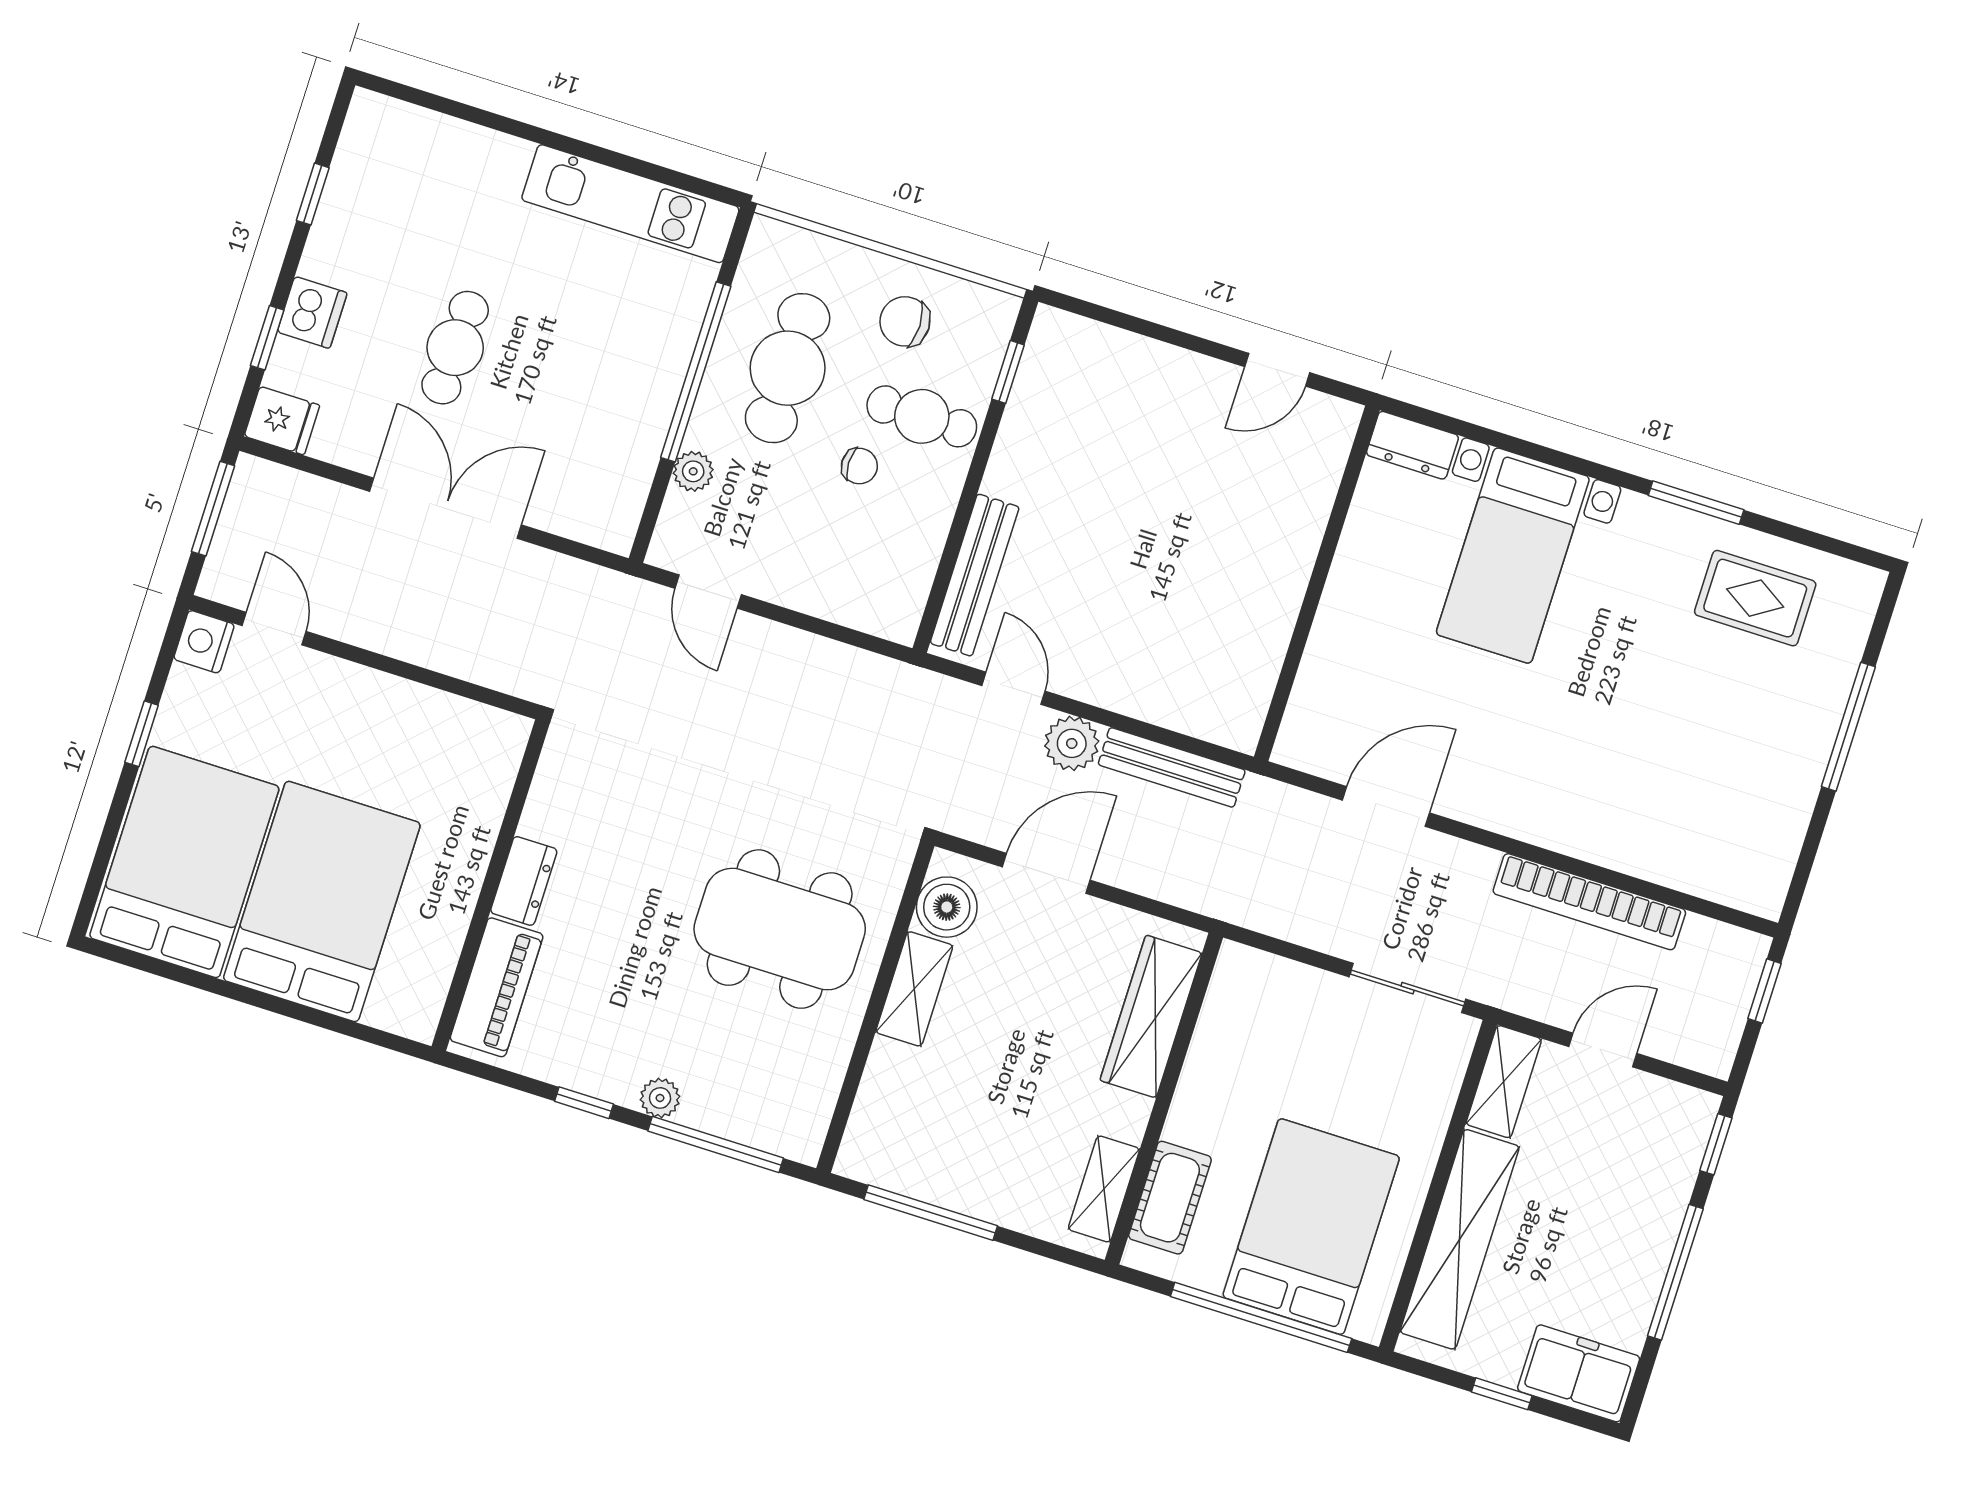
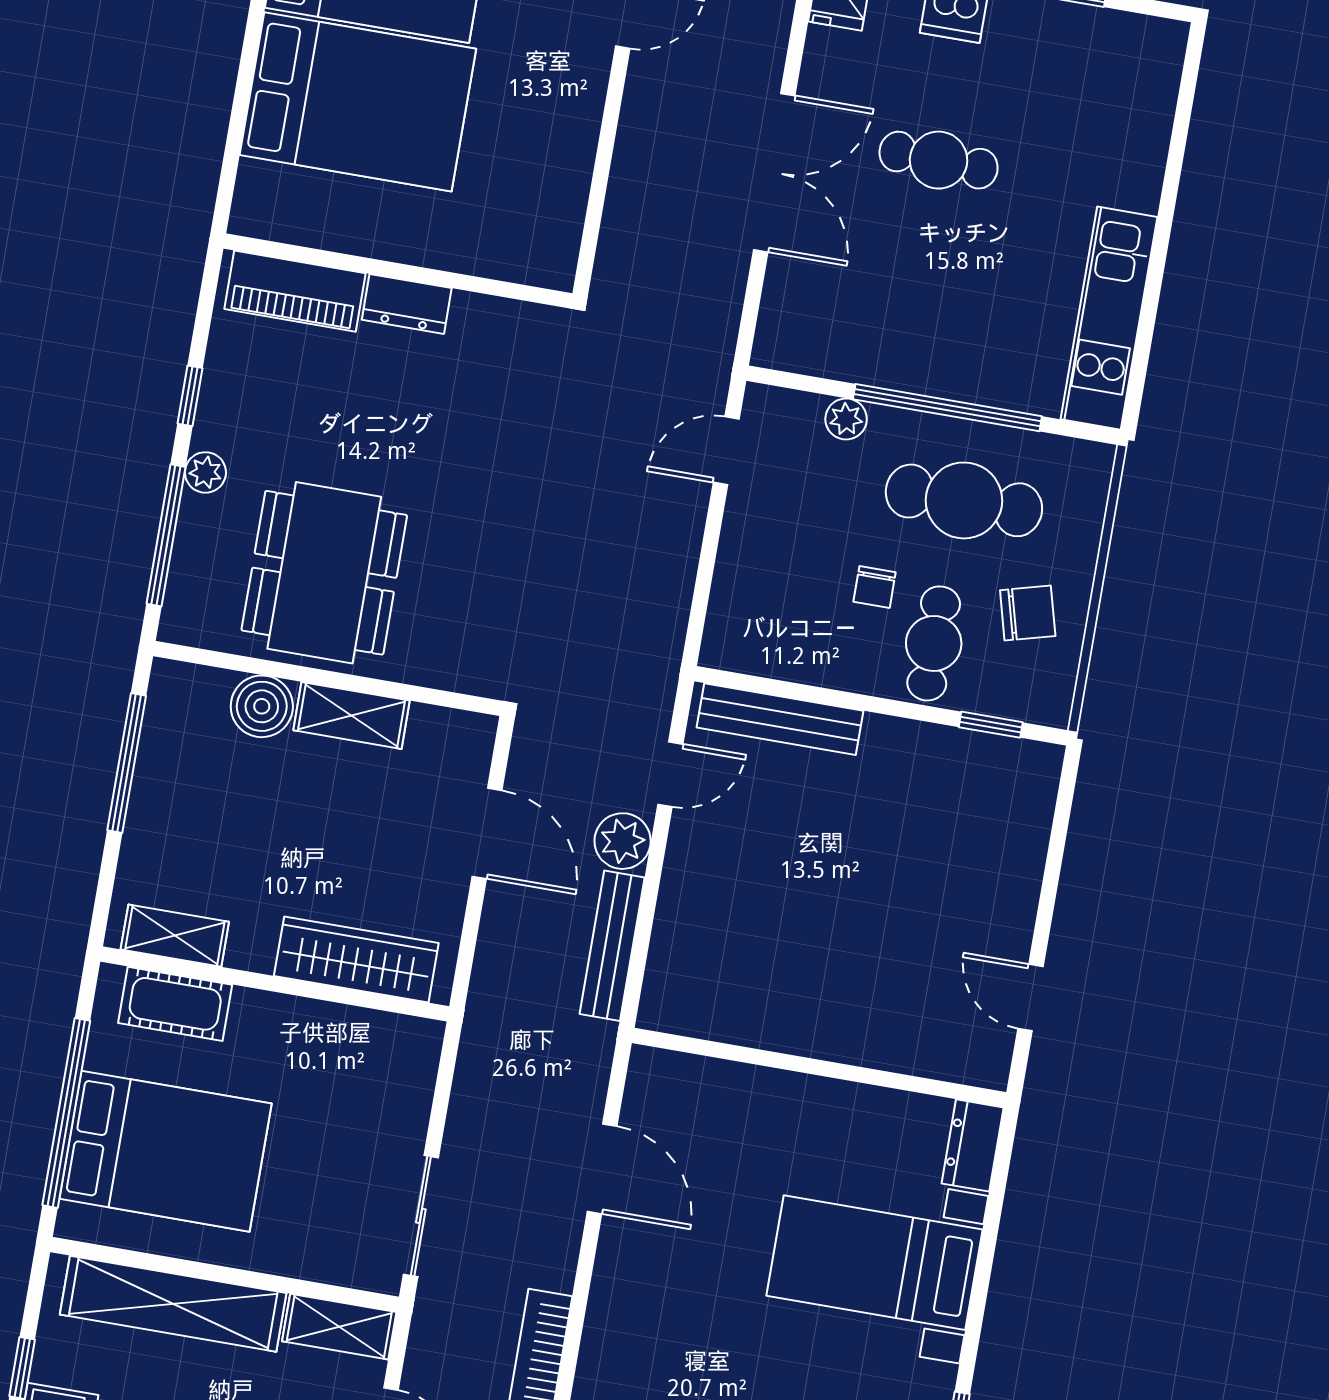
chair: (905, 321) -> (1028, 613), turned 75
boiler: (947, 907) -> (262, 706), moved
dining table: (780, 929) -> (324, 573), moved

